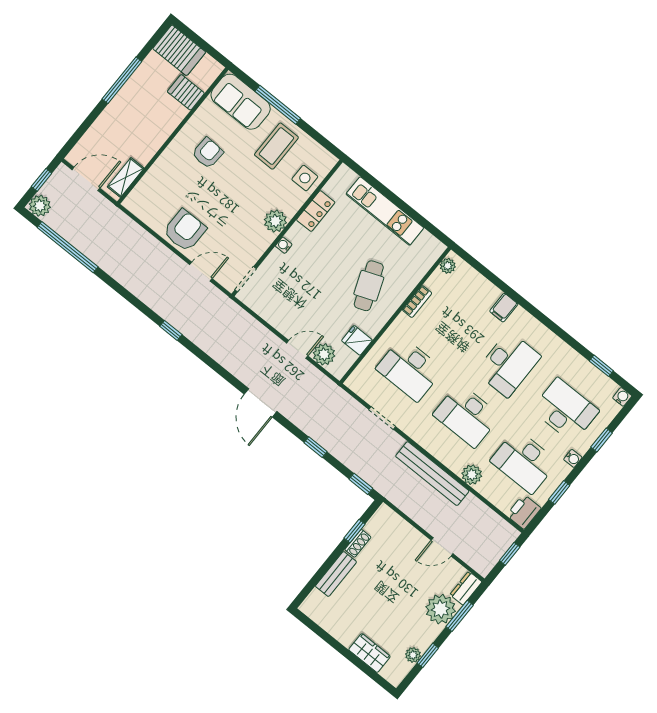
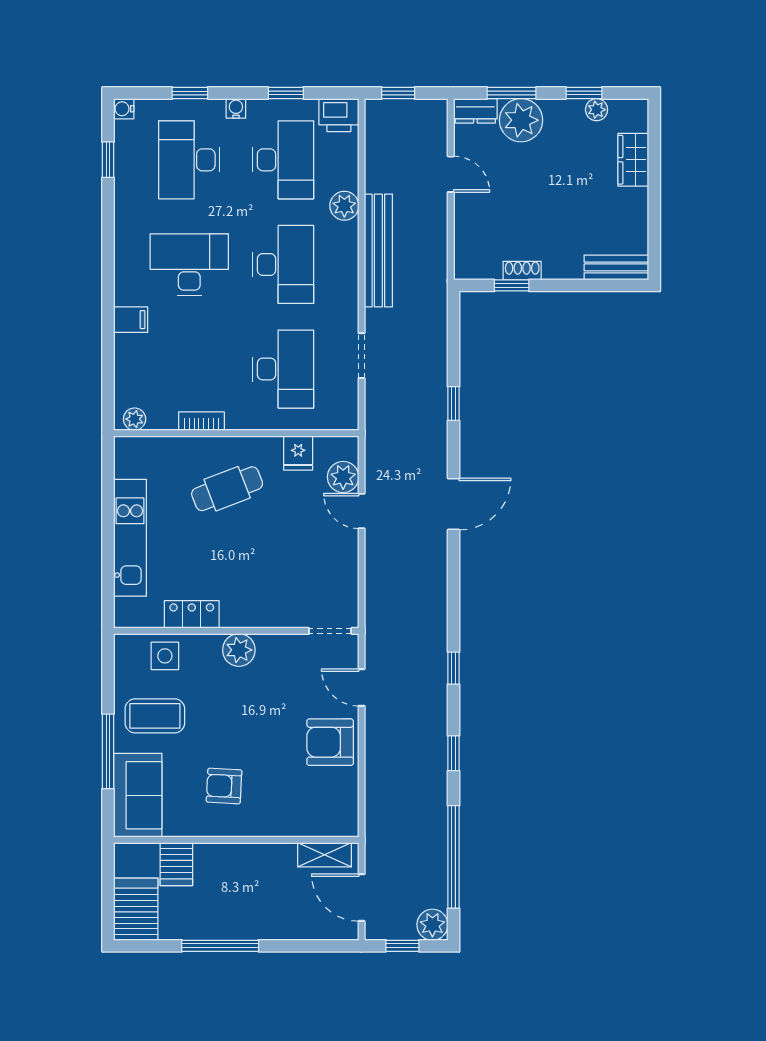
water cooler: (284, 245) -> (258, 619), removed
window: (361, 484) -> (454, 753), moved
bench: (336, 574) -> (616, 267), moved

